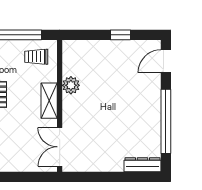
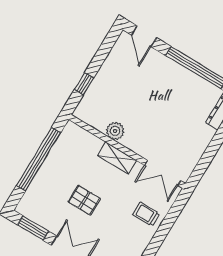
window: (120, 35) -> (84, 84), moved
trolley: (36, 57) -> (146, 214), moved, turned 90

